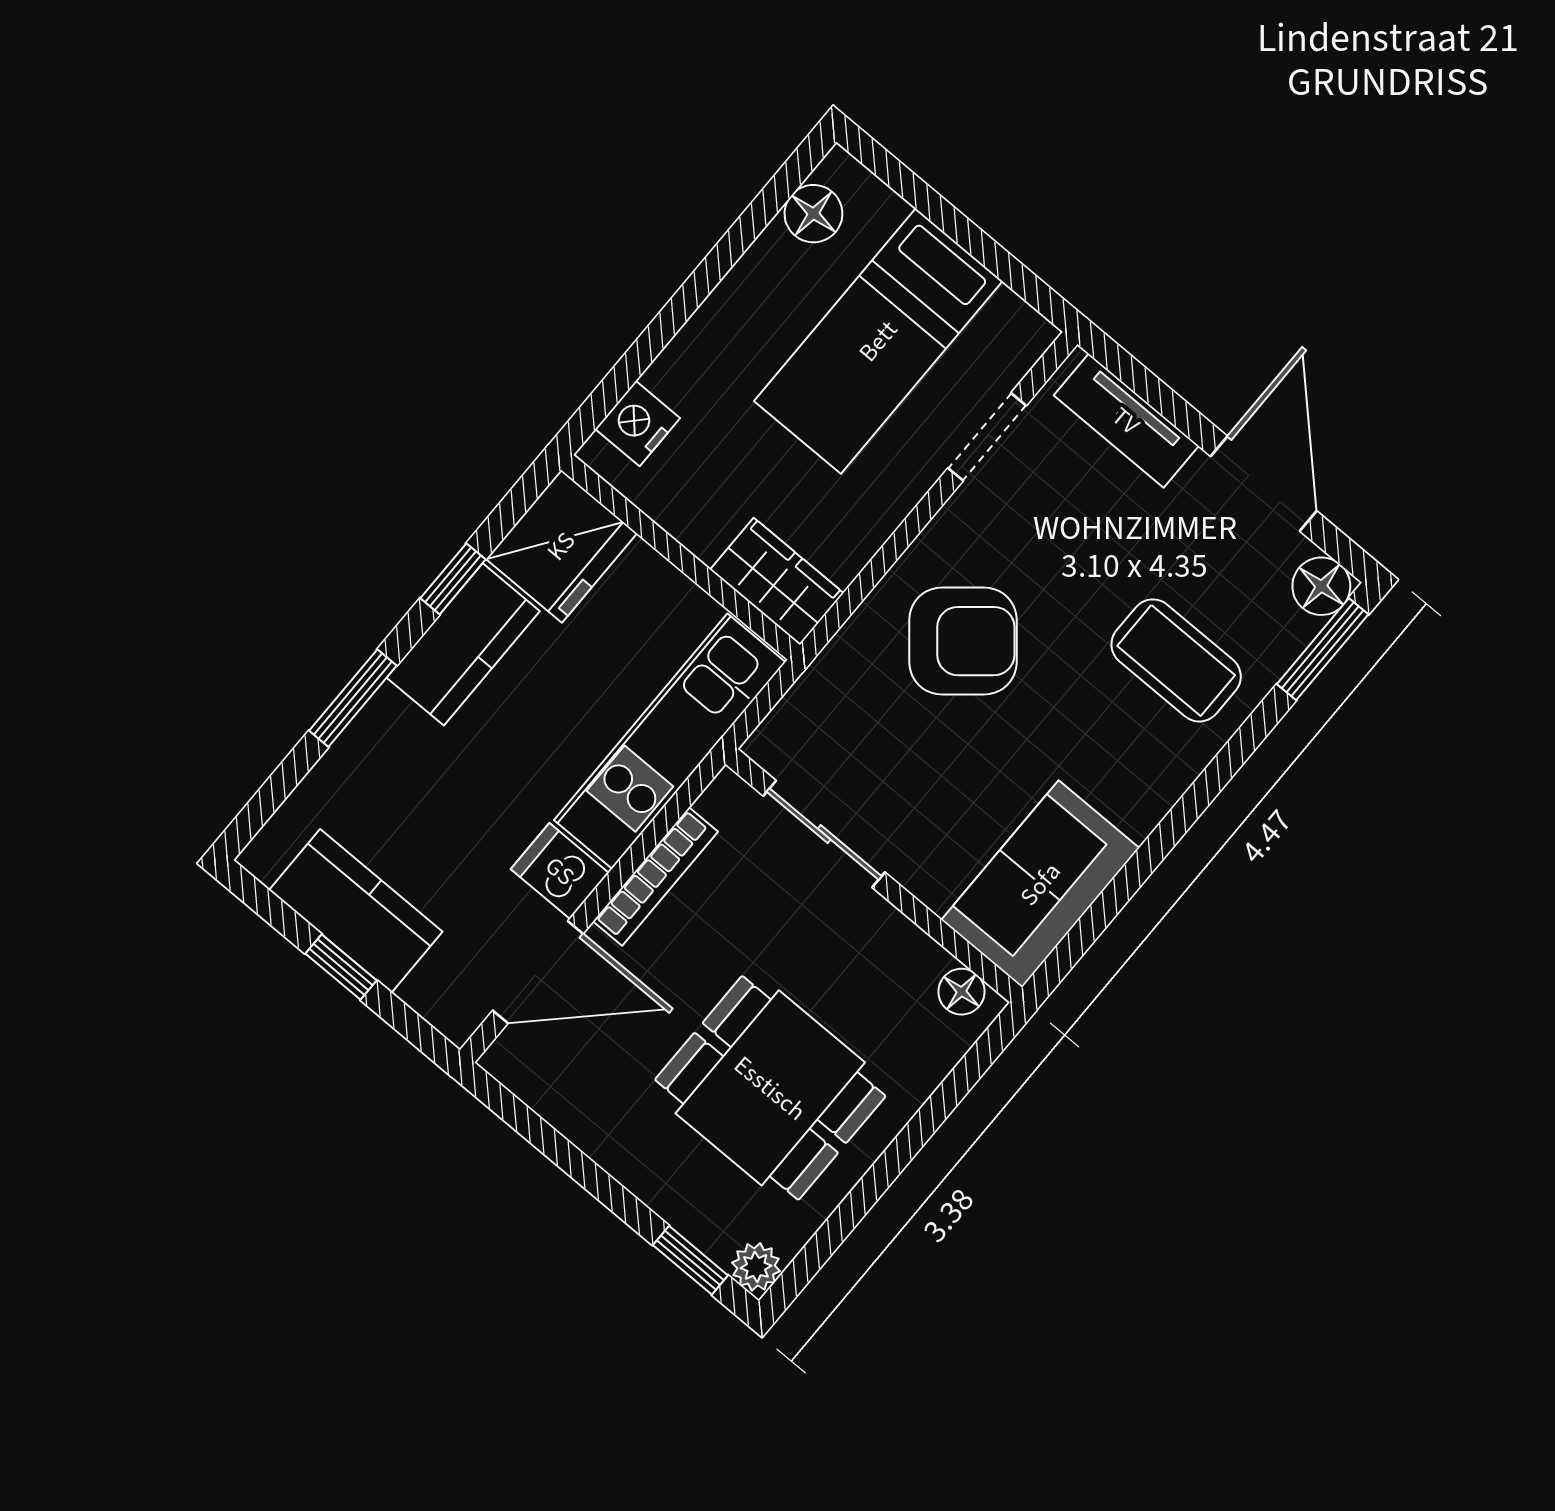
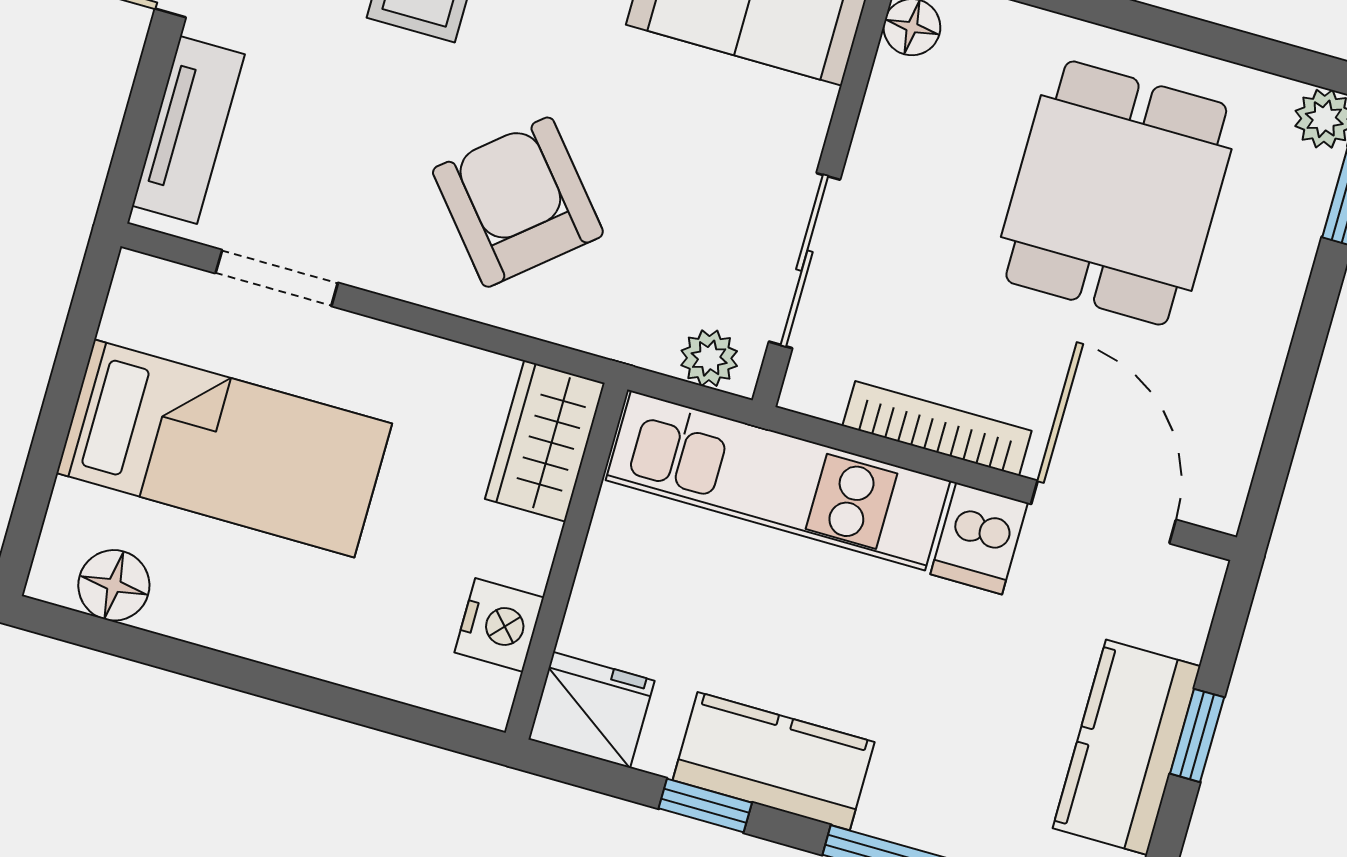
nightstand: (638, 424) -> (499, 625), moved, turned -90
fridge: (561, 546) -> (591, 710), width x0.73, depth x0.75
plant: (784, 731) -> (709, 358), added

